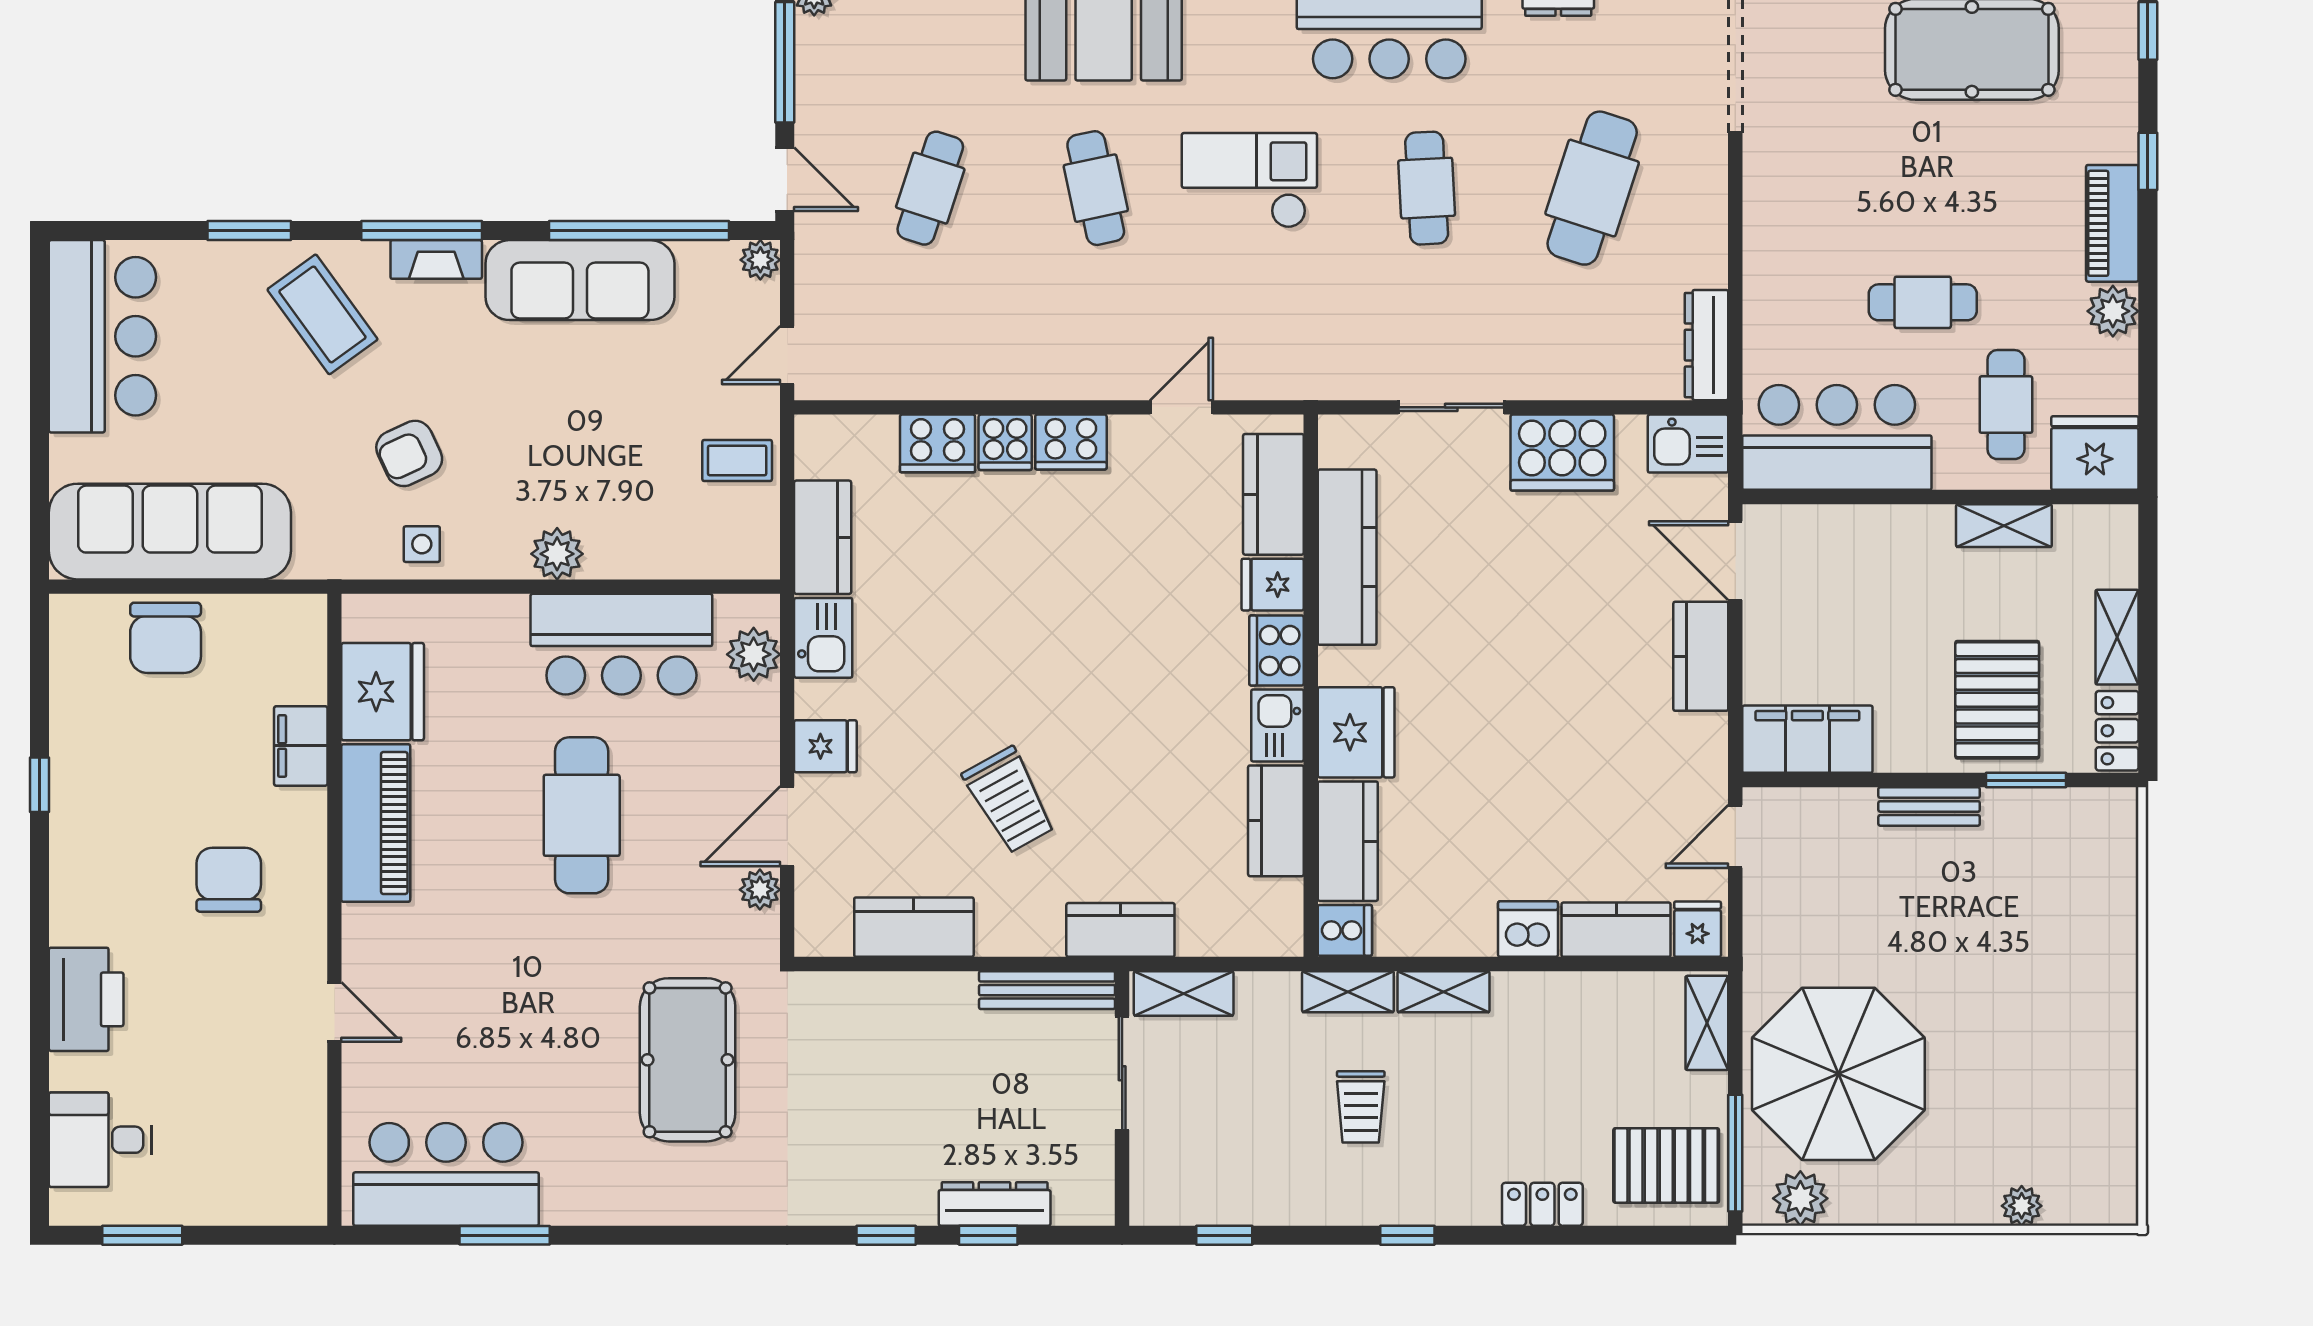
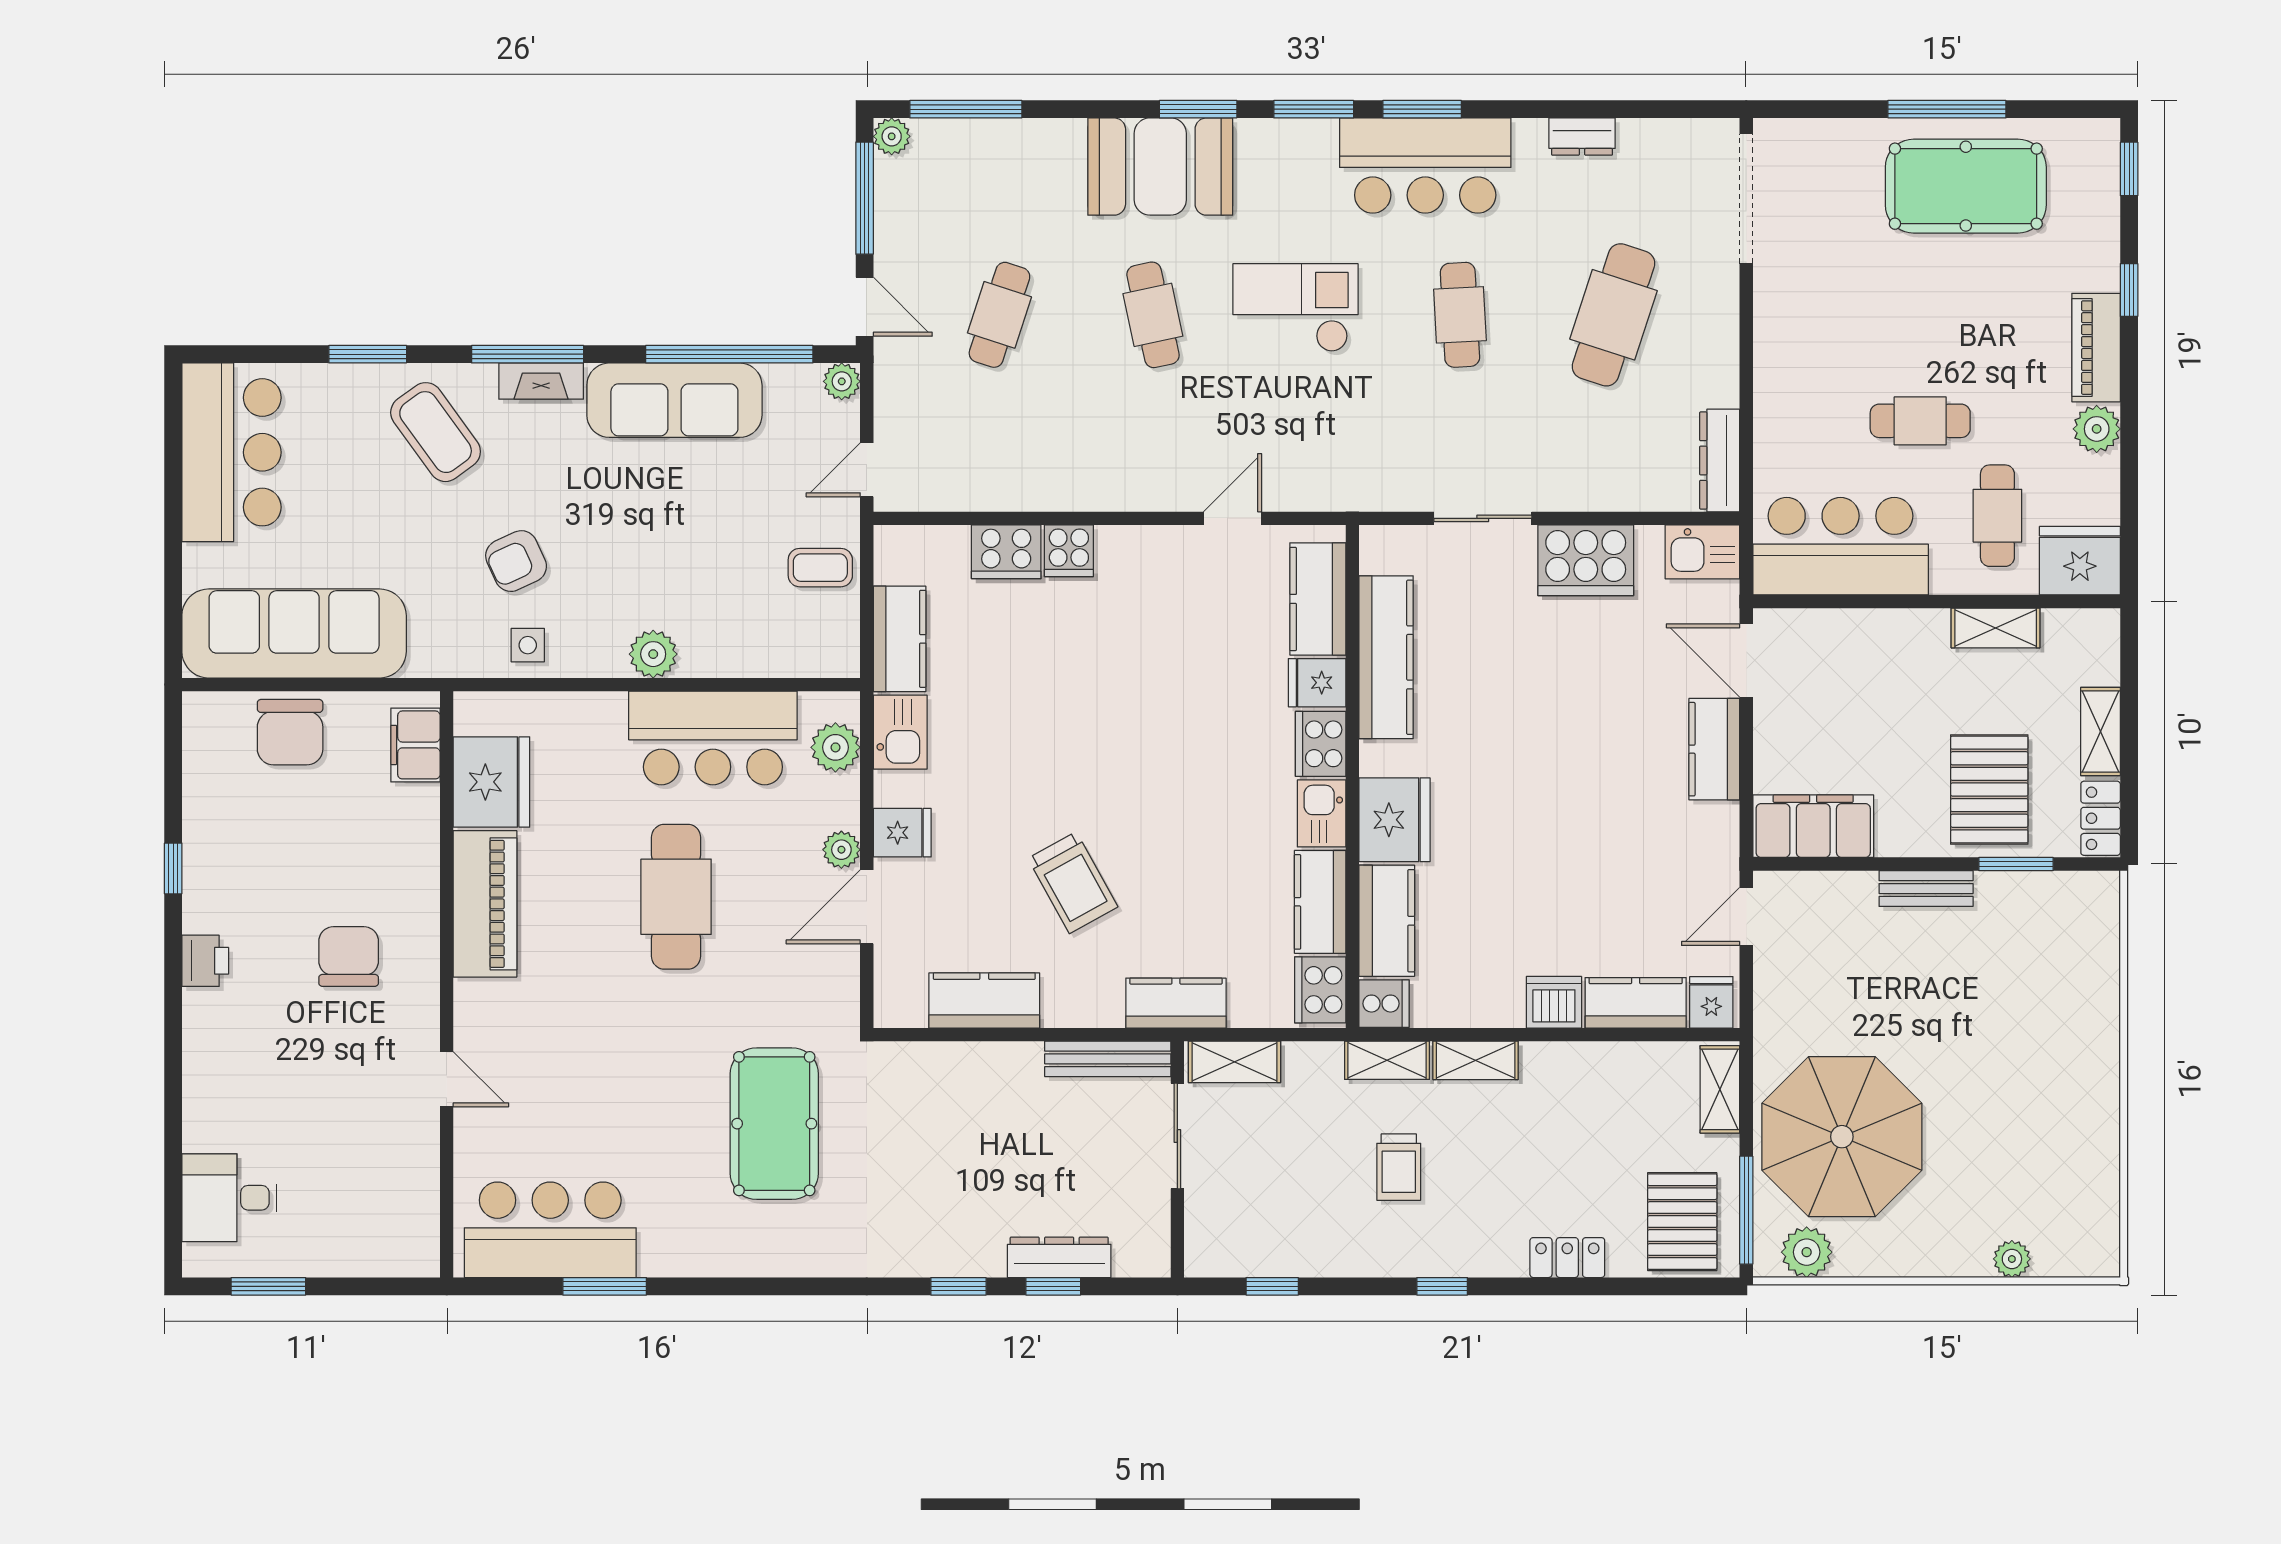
cooker: (1071, 442) -> (1320, 990), moved, turned 90
filing cabinet: (301, 746) -> (415, 745), moved
plant: (760, 890) -> (841, 850), moved
printer: (86, 999) -> (205, 961), moved, width x0.53, depth x0.68
pallet: (1666, 1165) -> (1682, 1222), turned 90

